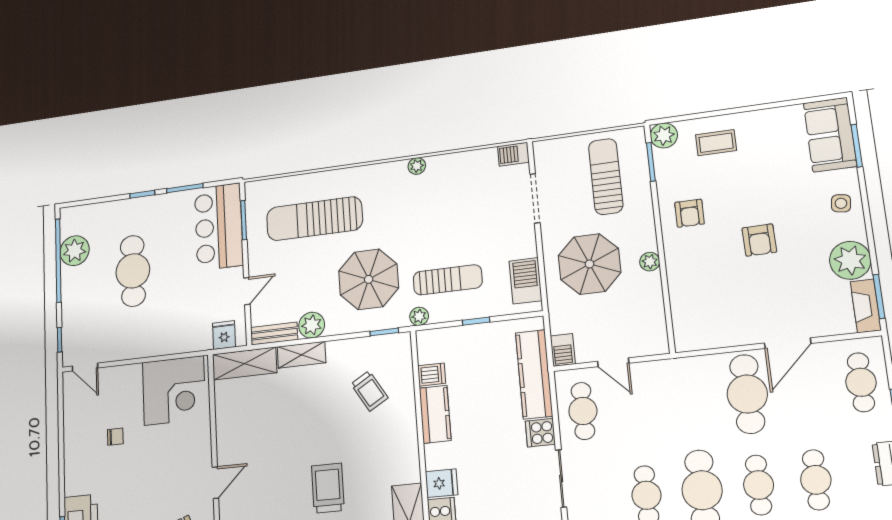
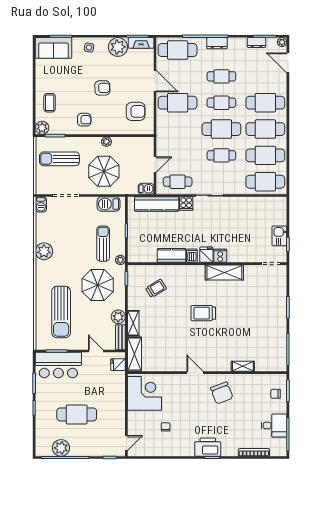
plant: (417, 166) -> (44, 251), width x1.88, depth x1.88
armchair: (719, 311) -> (136, 111), added
dishwasher: (432, 375) -> (192, 256), moved
cafe table: (861, 382) -> (178, 50), width x1.37, depth x1.35

